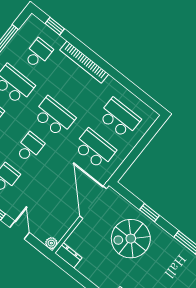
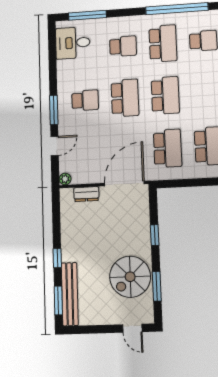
school desk: (30, 147) -> (125, 98), width x1.85
spiral stairs: (131, 239) -> (130, 277), moved, turned -90
dresser: (68, 255) -> (86, 194), moved, turned 90

